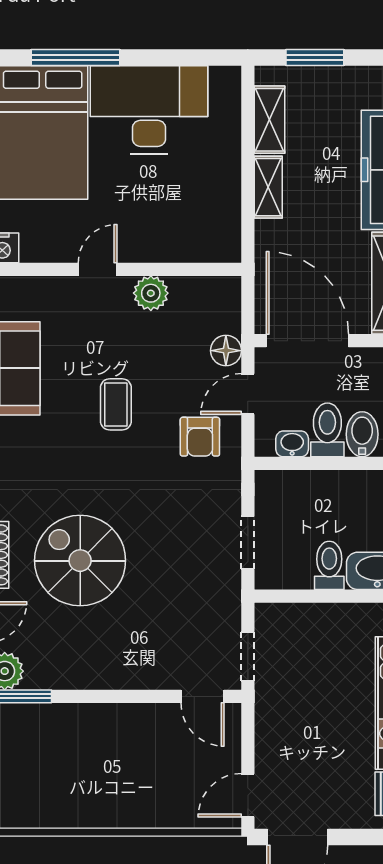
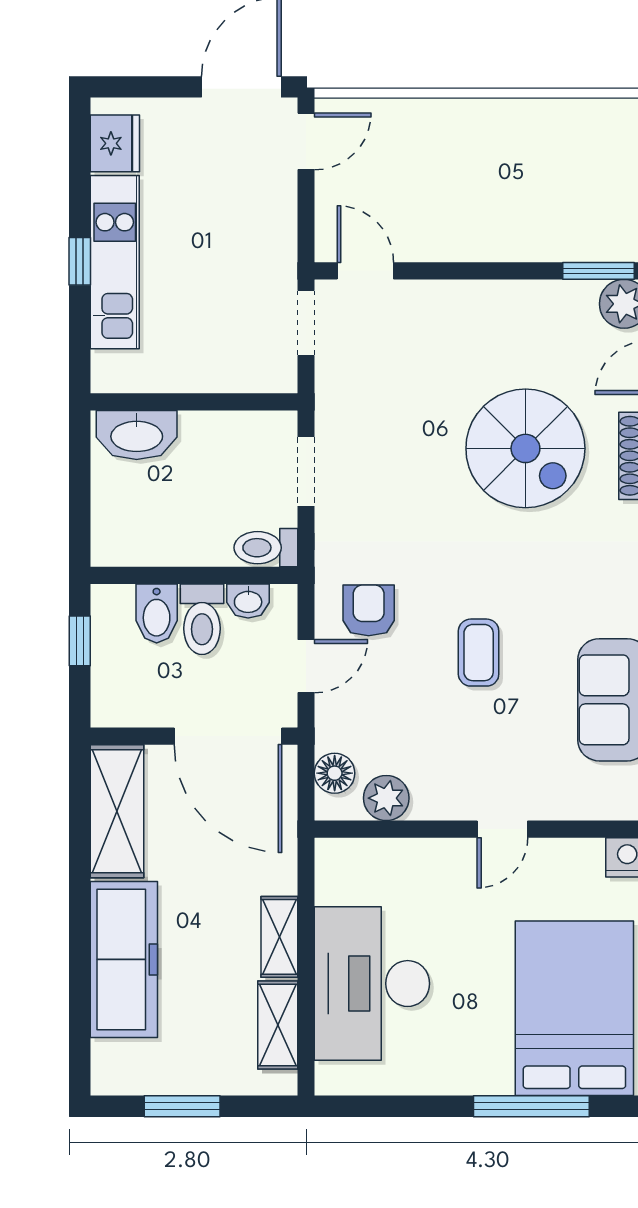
window: (315, 58) -> (182, 1106), moved
desk: (149, 110) -> (372, 984), moved, turned 90
plant: (151, 293) -> (386, 798), moved
floor lamp: (226, 351) -> (335, 773), moved
toilet: (329, 565) -> (266, 548), moved, turned 90

